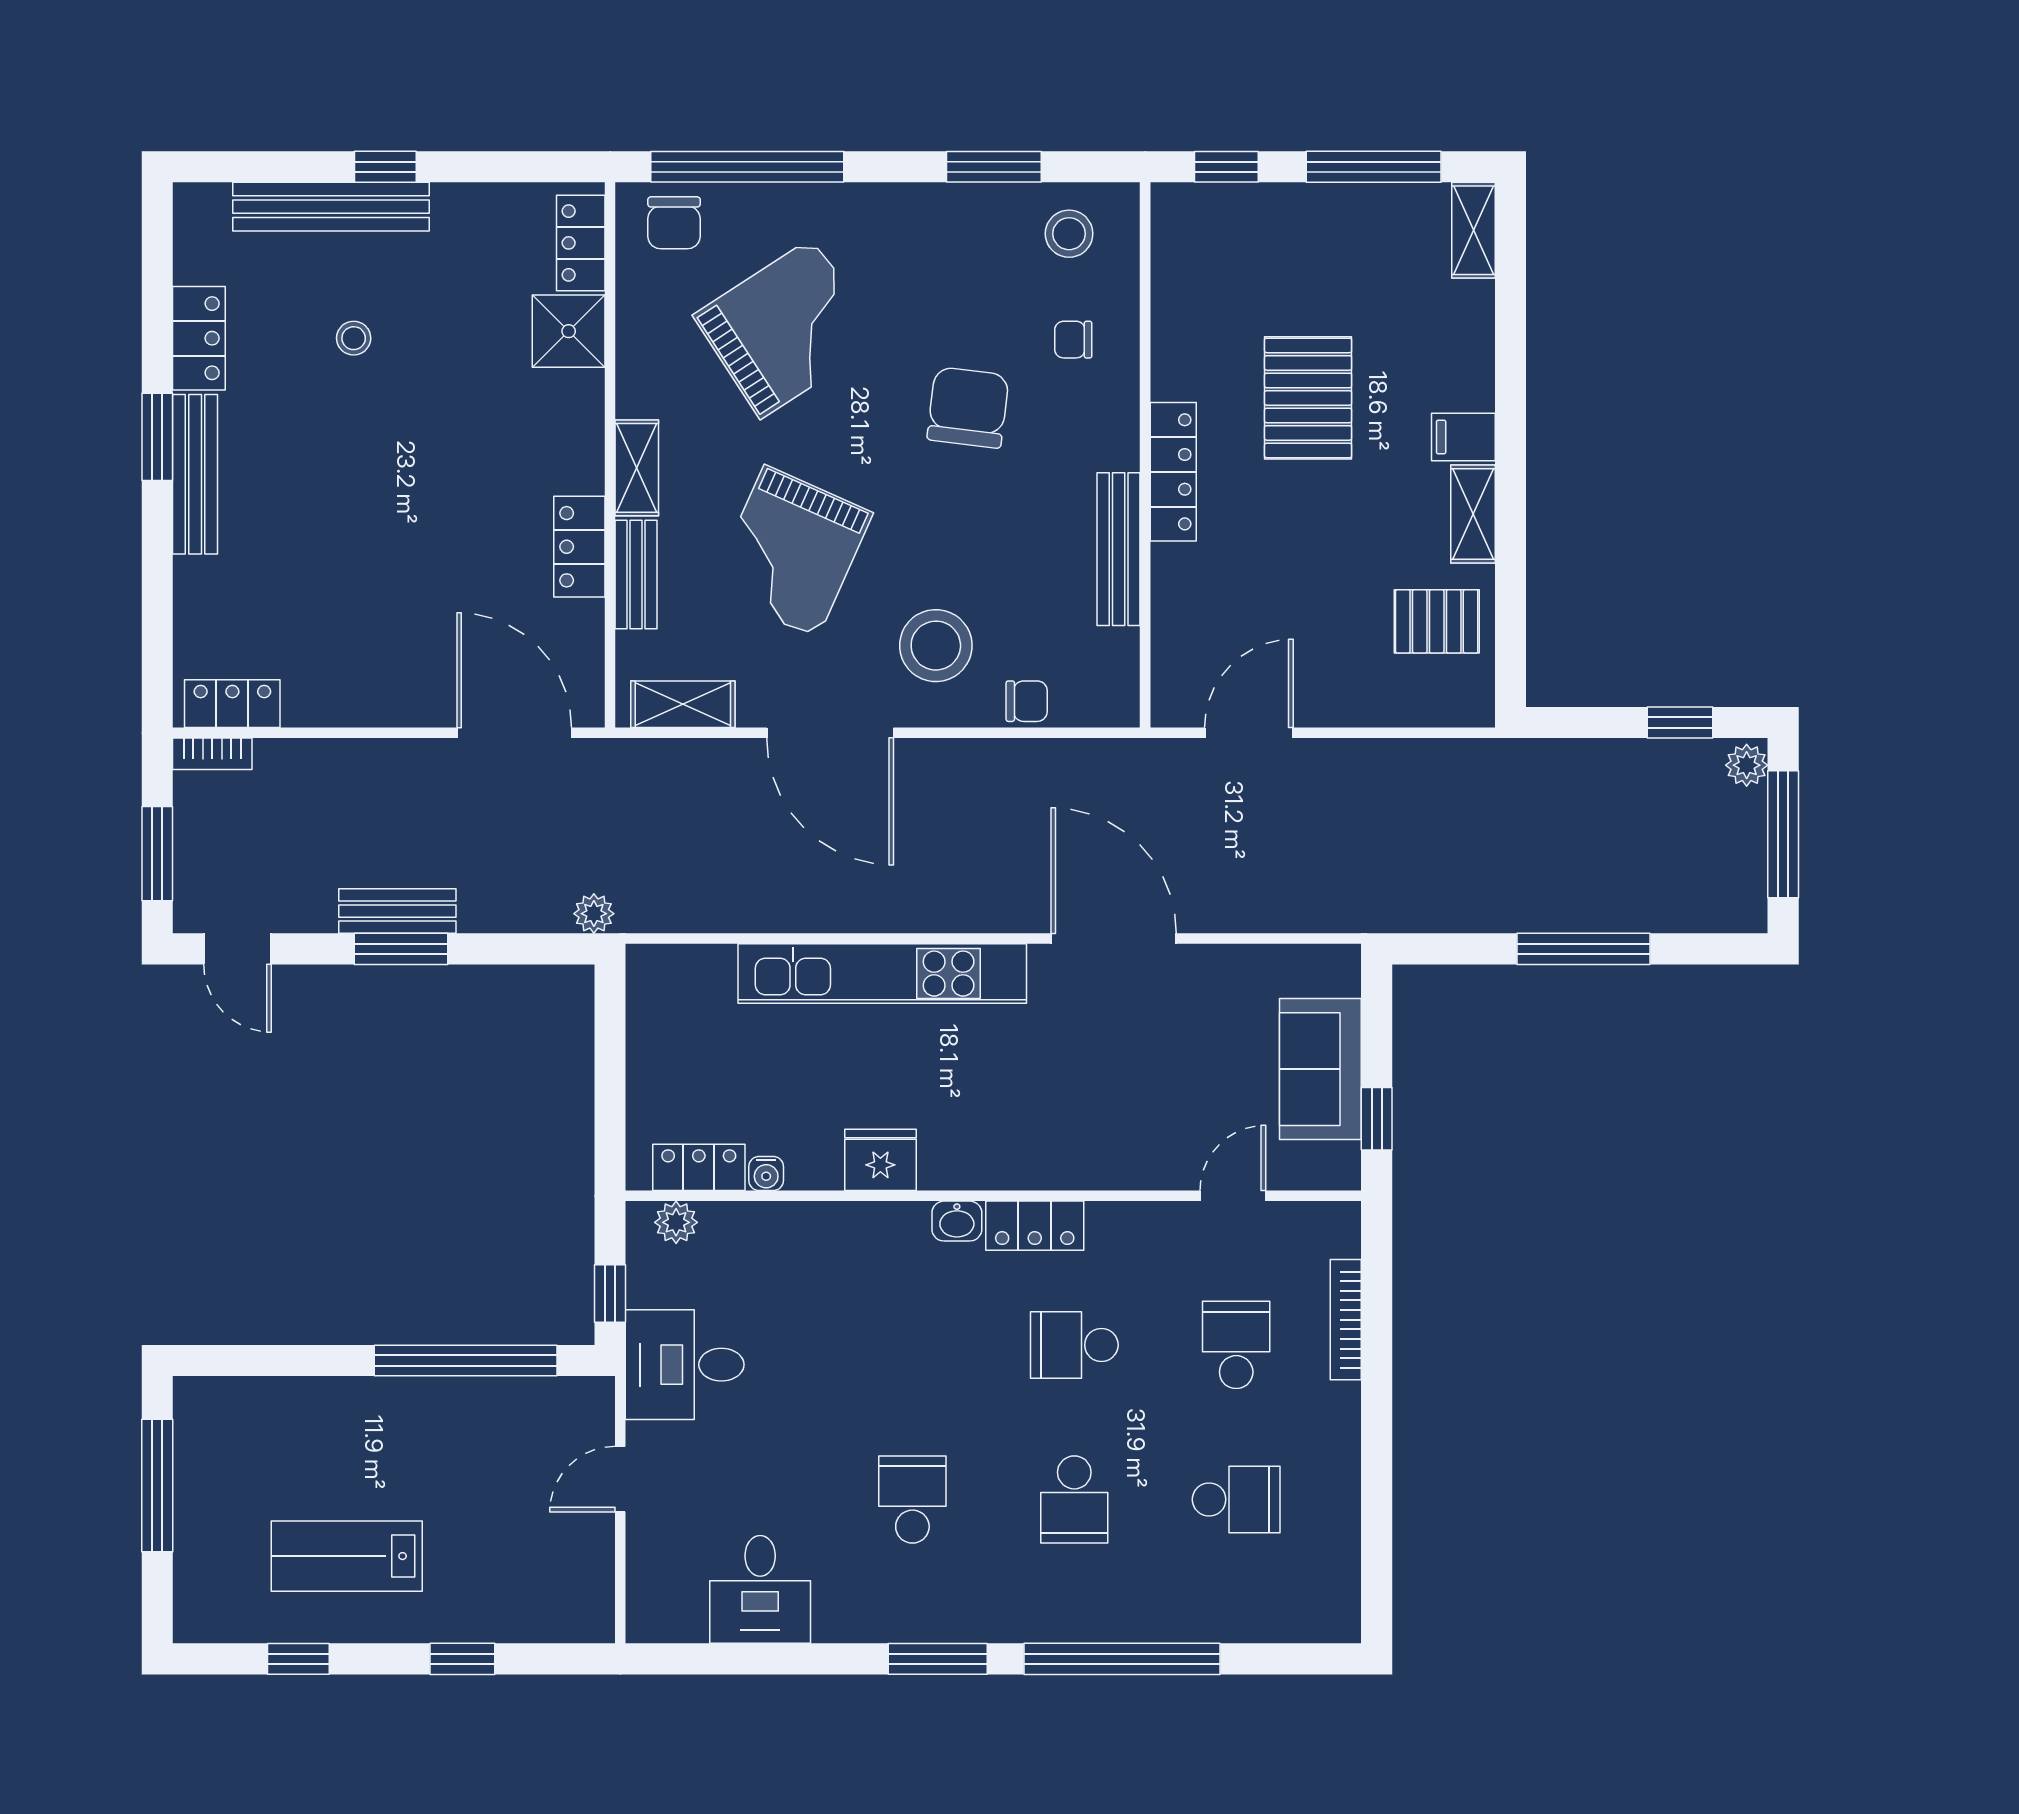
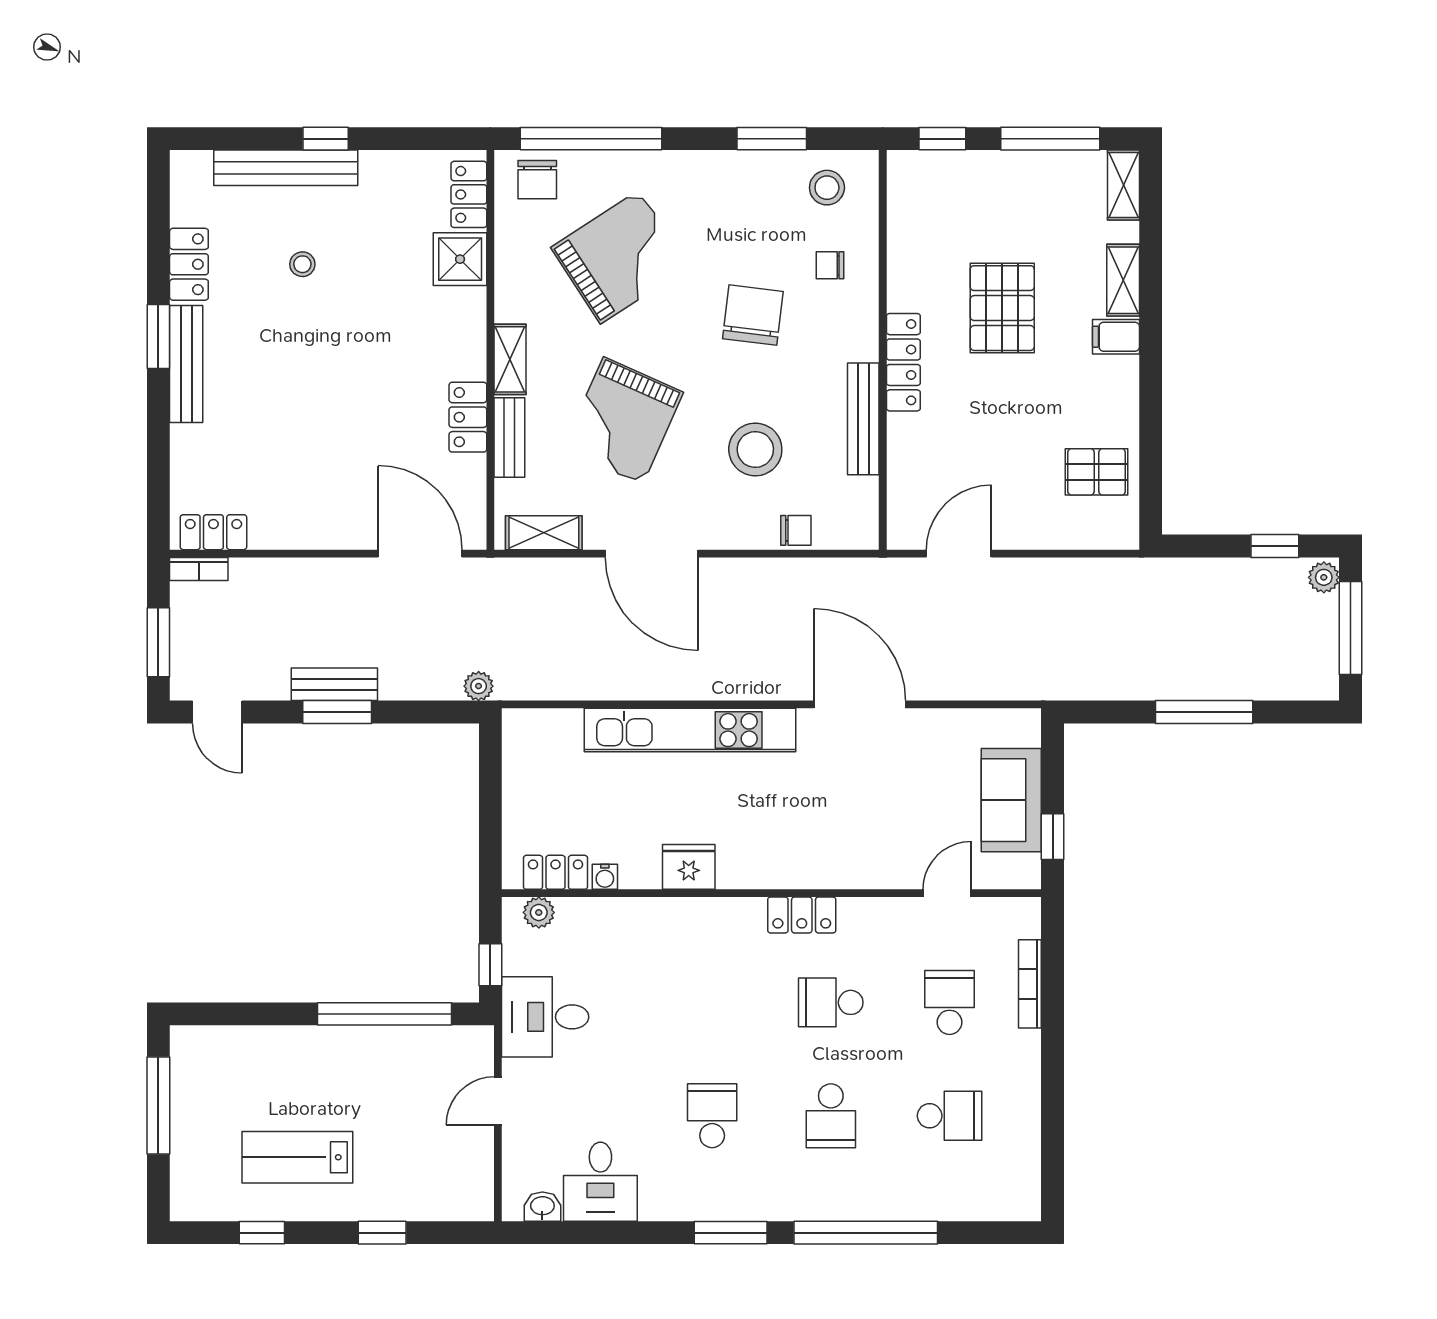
shelving: (1473, 514) -> (1123, 280), moved
stool: (936, 646) -> (755, 449), moved
washbasin: (957, 1221) -> (542, 1207), moved, turned 180

